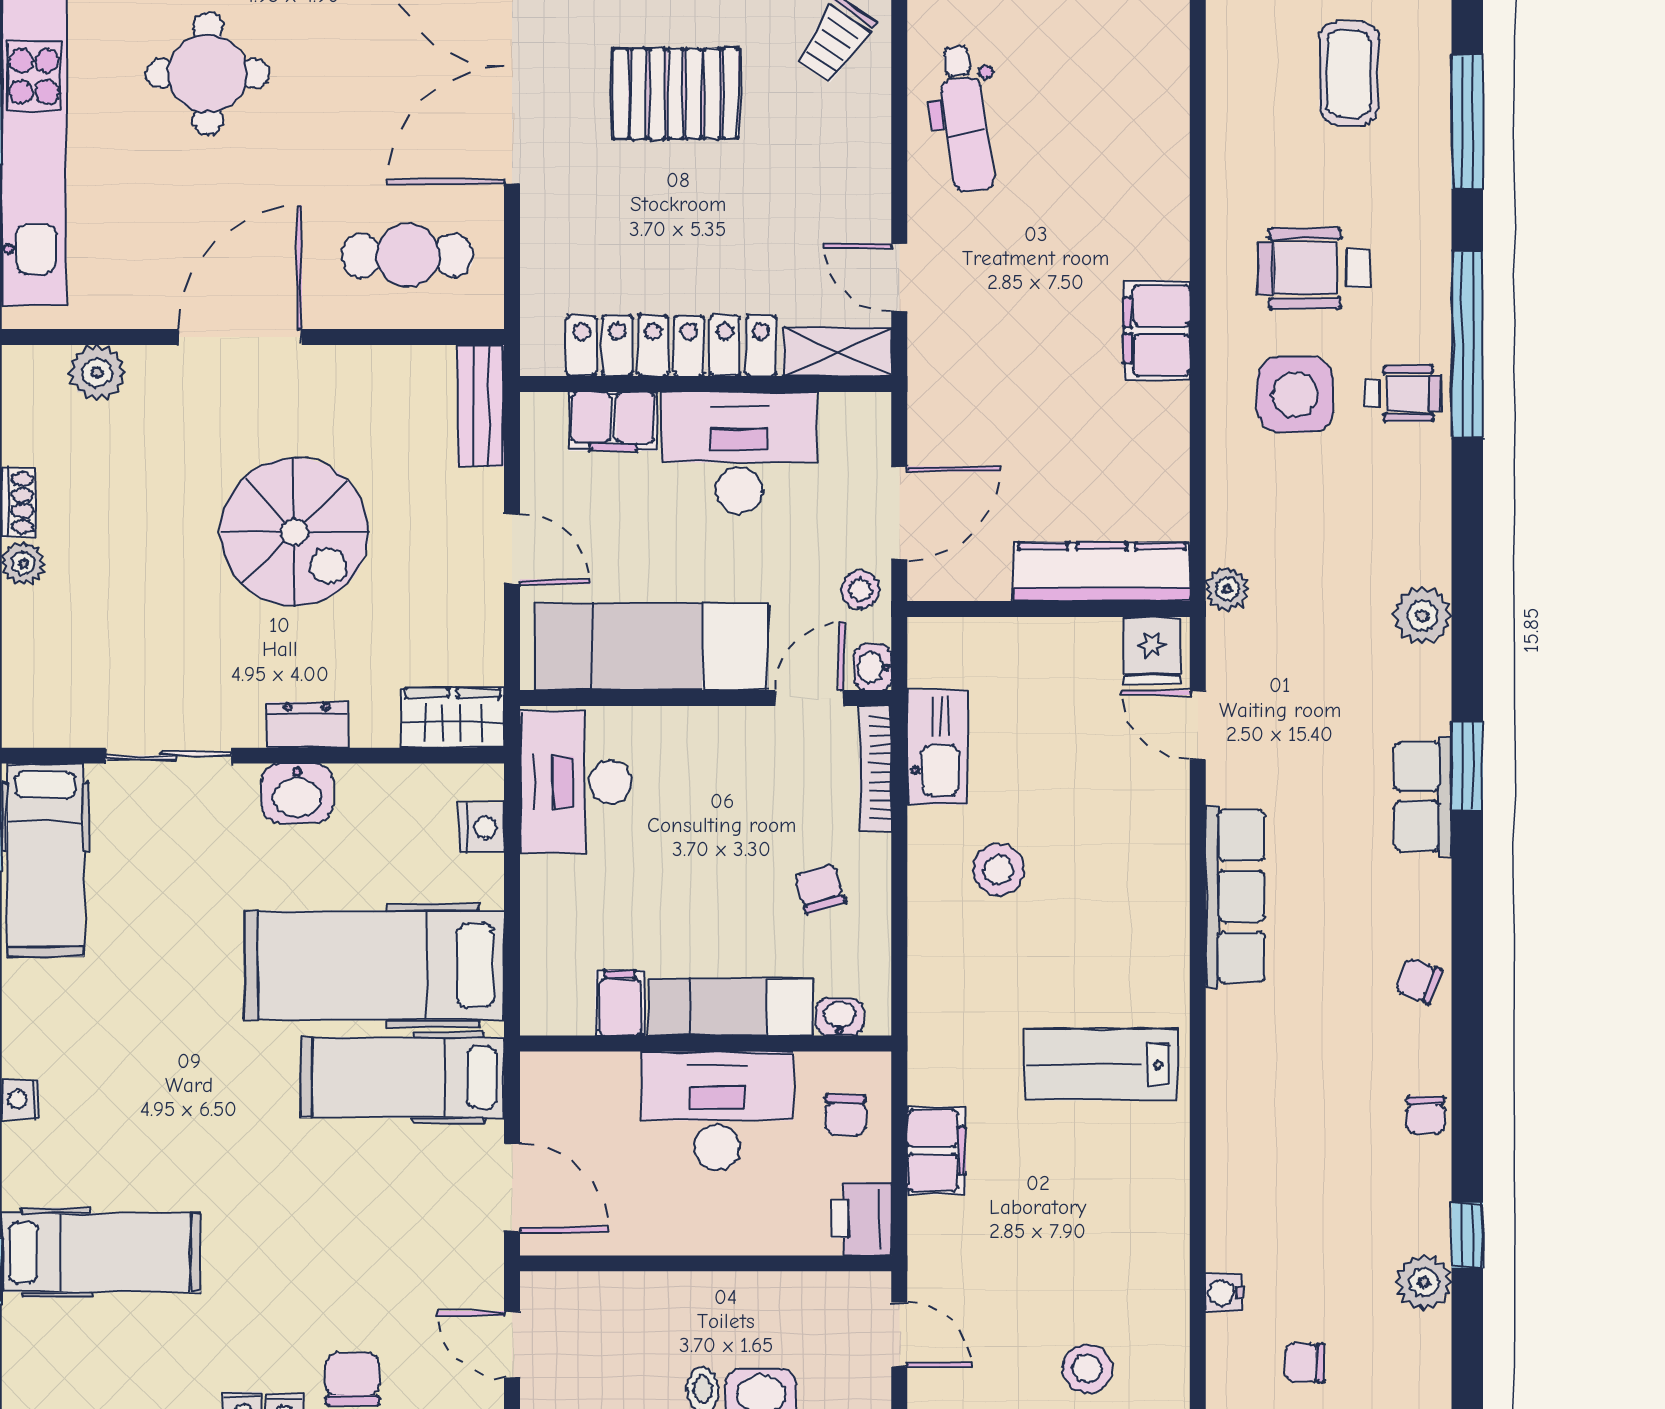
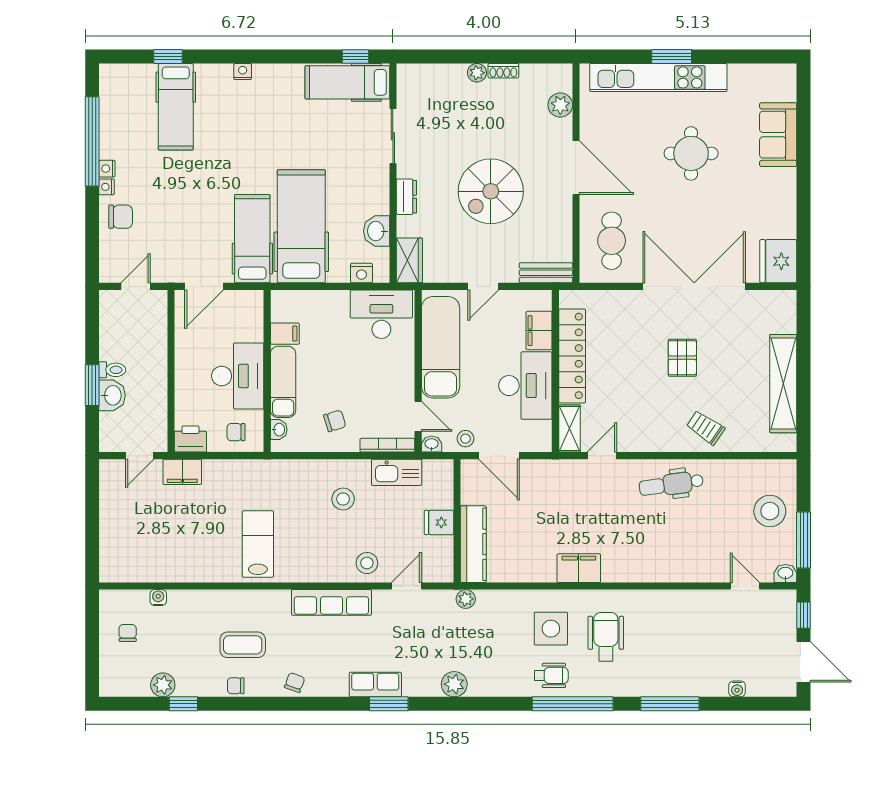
coffee table: (1349, 73) -> (243, 645), moved
pallet: (675, 94) -> (682, 358), width x0.67, depth x0.71
wheelchair: (1402, 394) -> (551, 675), turned -90
fridge: (1152, 650) -> (439, 522), moved
washbasin: (297, 793) -> (377, 231), moved
filing cabinet: (936, 1151) -> (182, 472), moved
stool: (1087, 1369) -> (367, 563), moved

